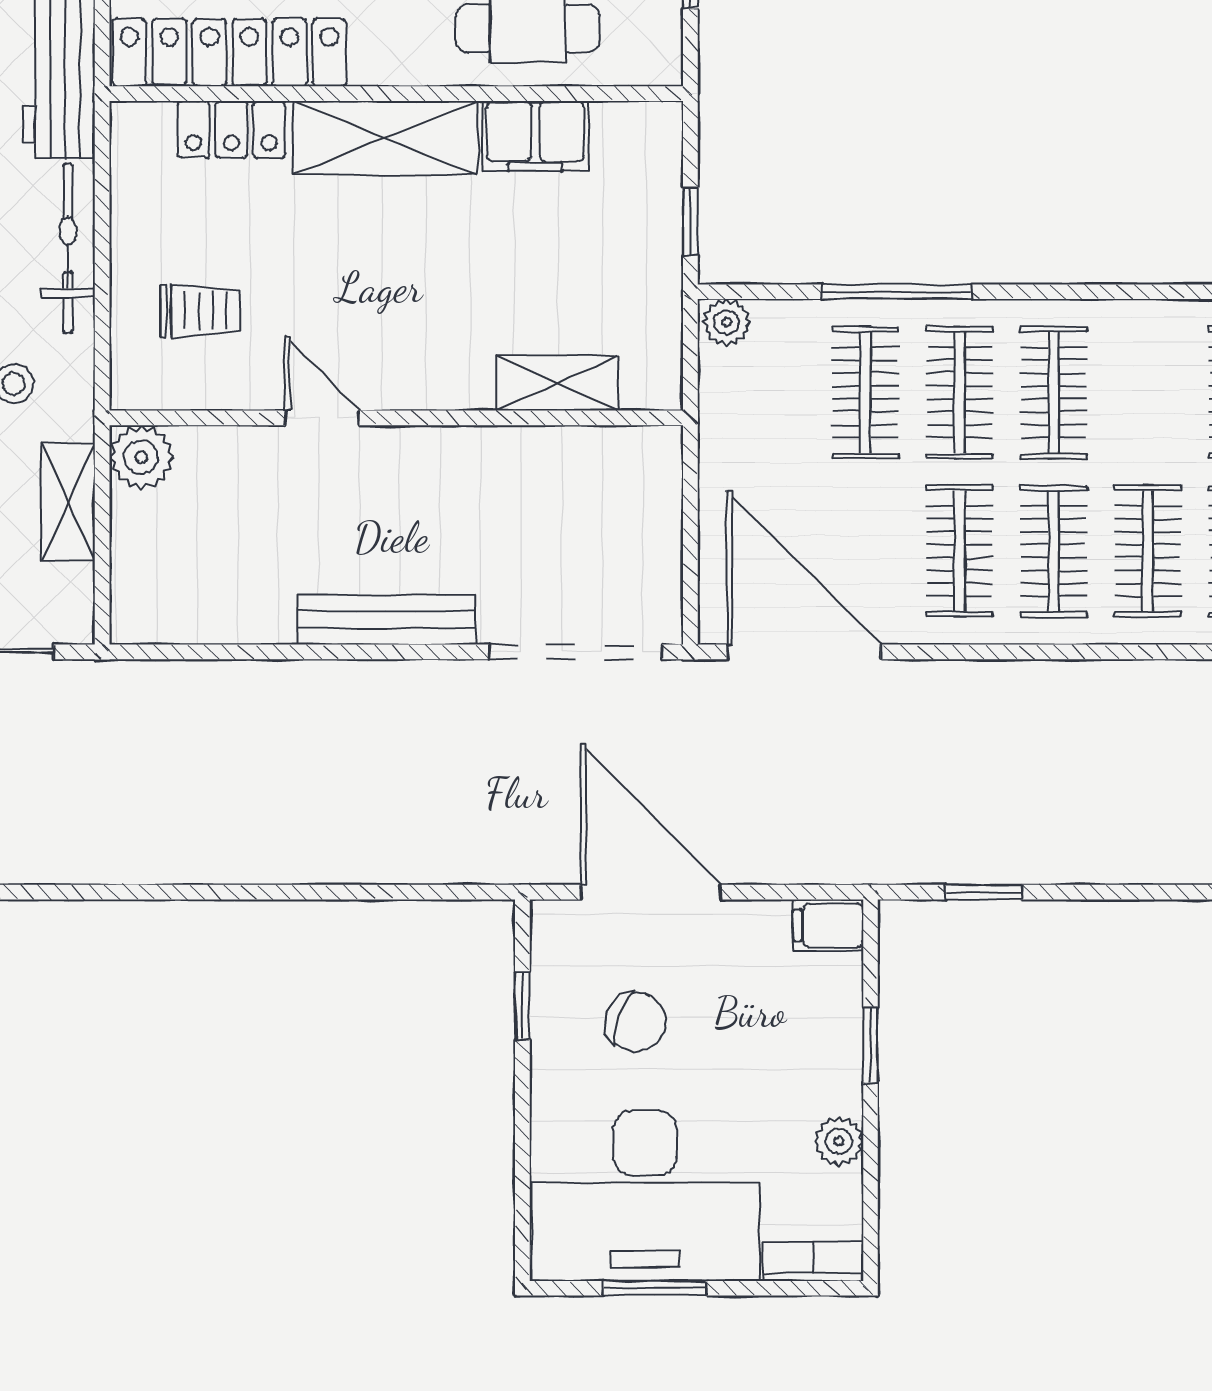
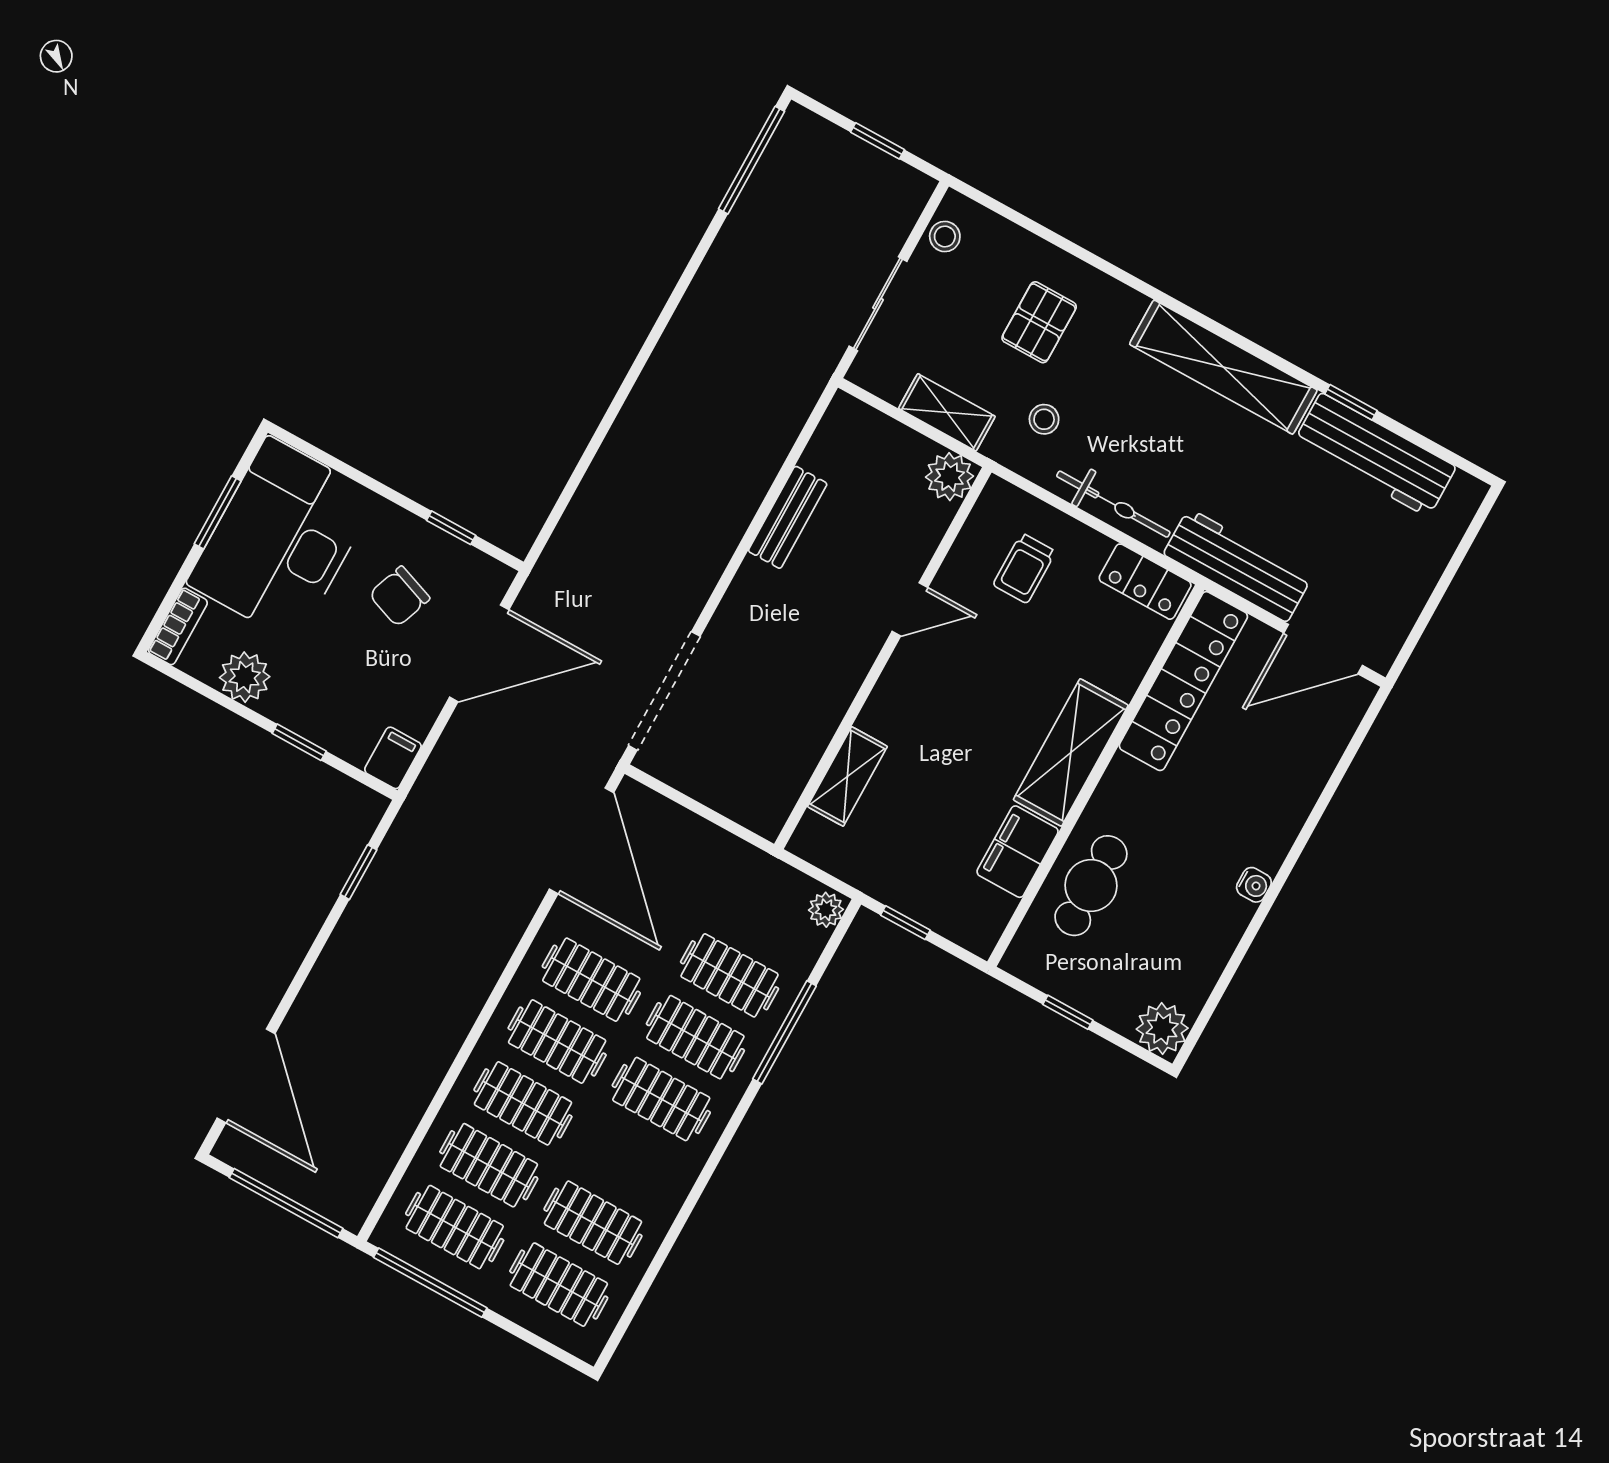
locker: (231, 129) -> (1145, 582), moved, turned -90
bench: (387, 620) -> (788, 517), moved, width x0.73
door: (804, 652) -> (581, 841), hinge flipped
plant: (839, 1141) -> (245, 677), width x1.38, depth x1.38

